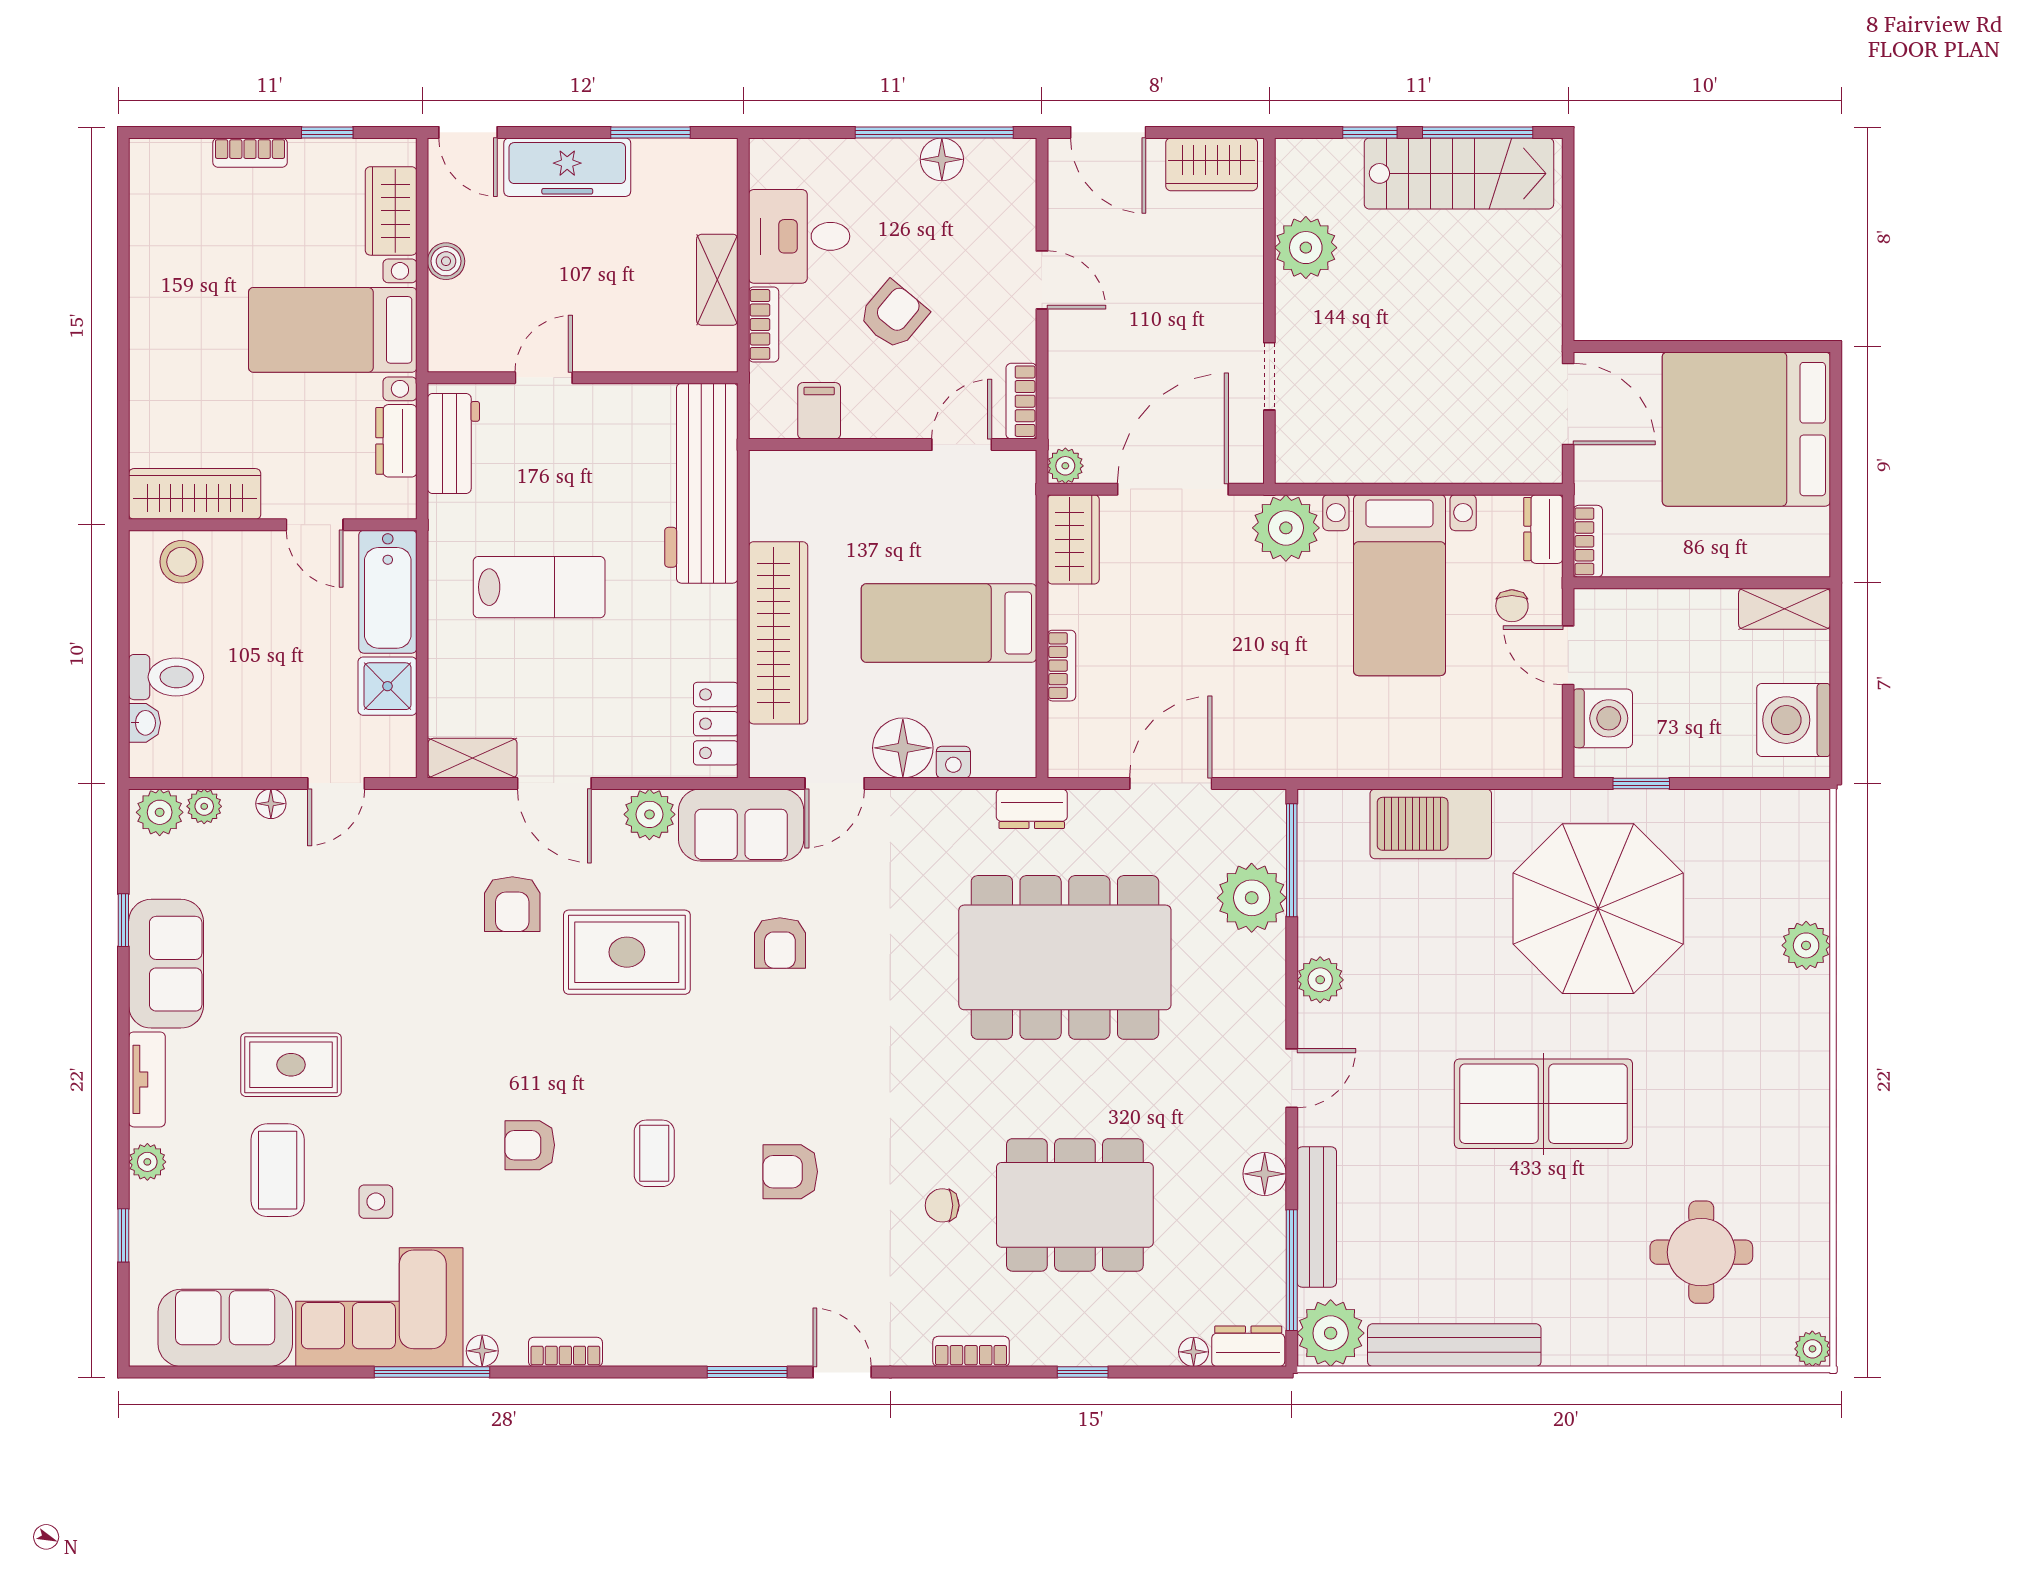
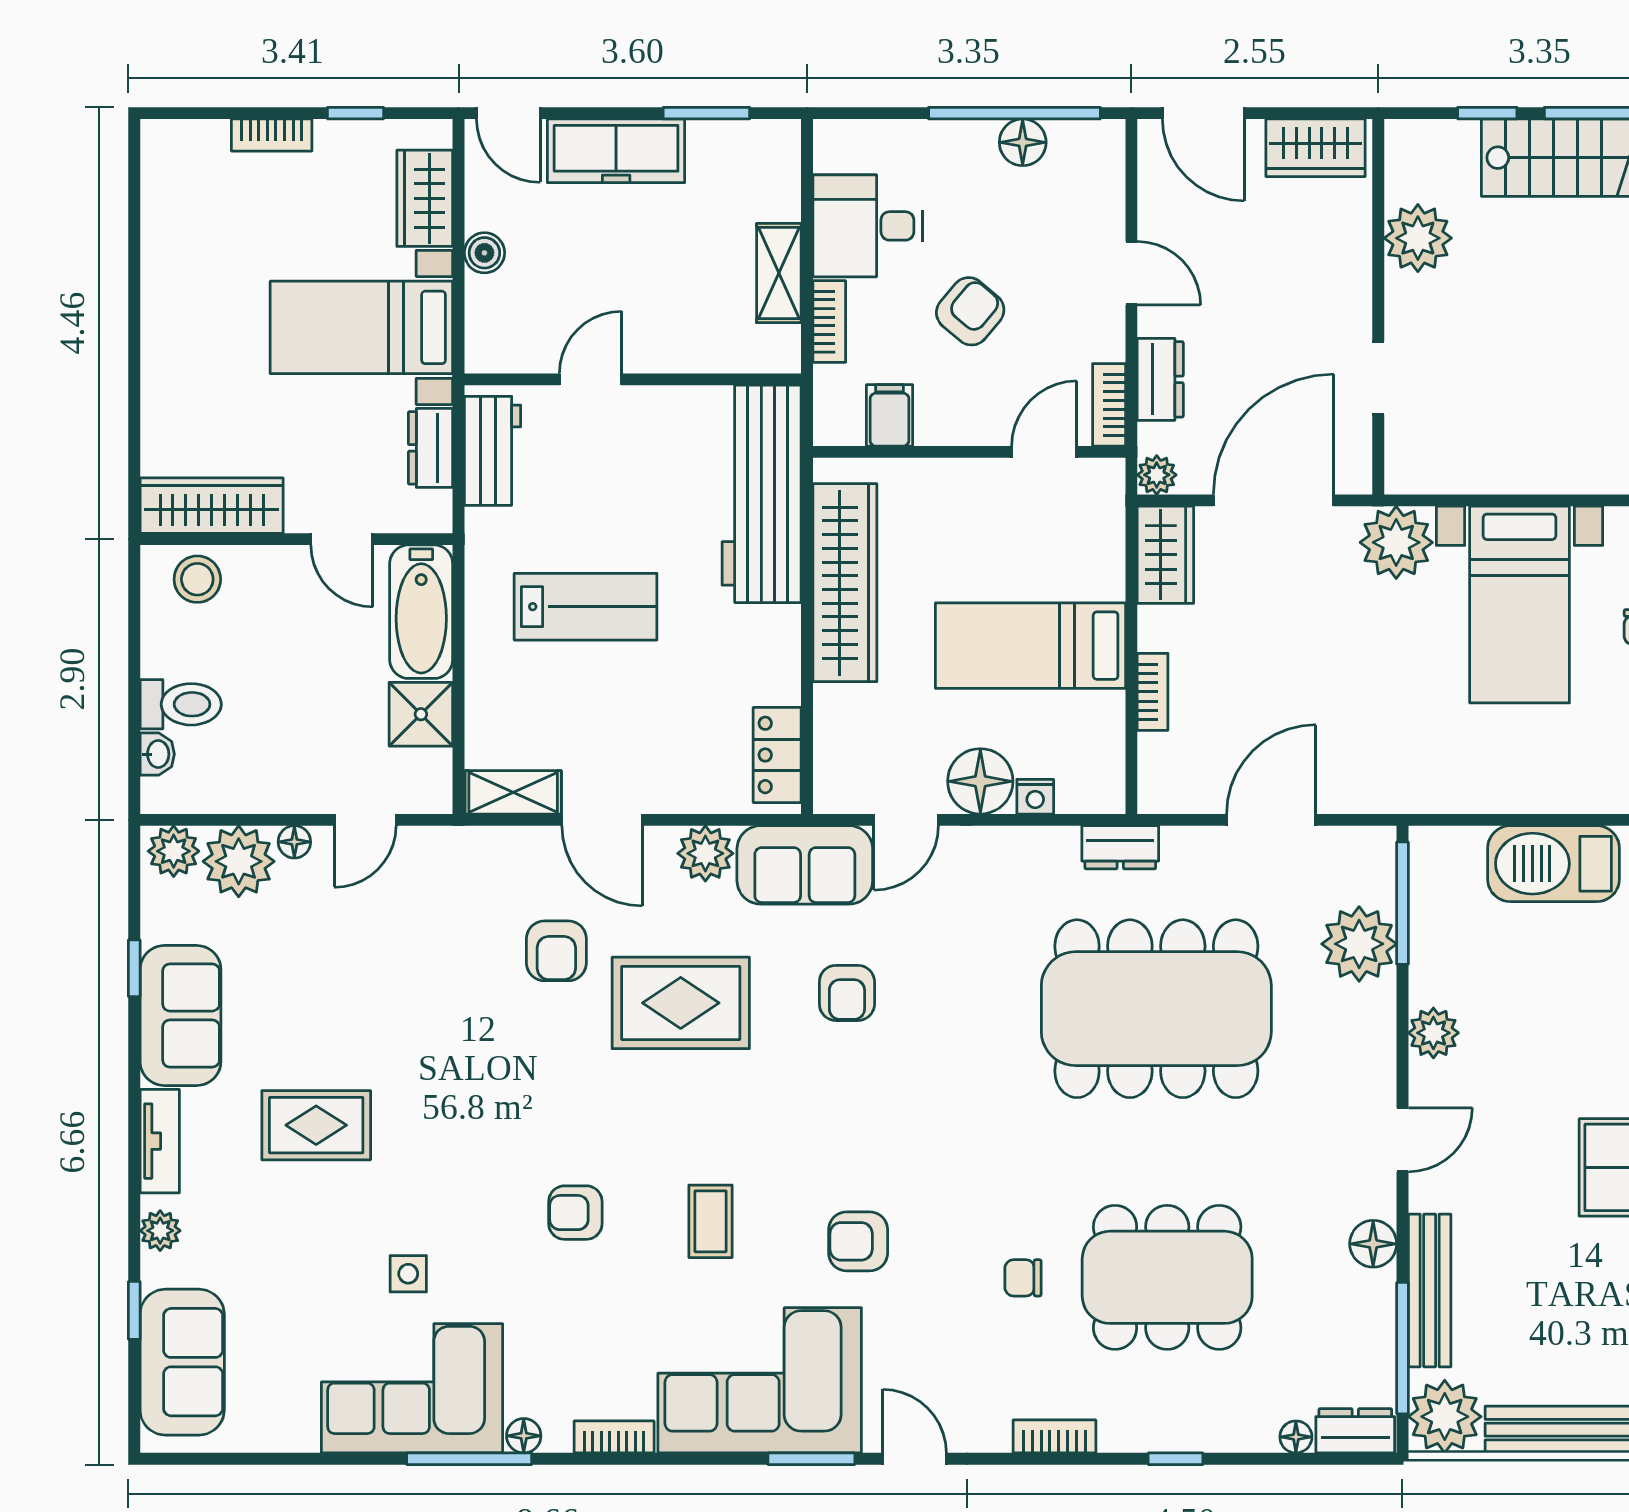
dresser: (1069, 378) -> (1160, 379), added
wardrobe: (778, 633) -> (845, 583), moved
plant: (204, 806) -> (239, 861), width x1.87, depth x1.87
coffee table: (278, 1170) -> (302, 1240), removed
corner sofa: (700, 1300) -> (760, 1380), added
sofa: (225, 1328) -> (182, 1362), moved, turned 90

